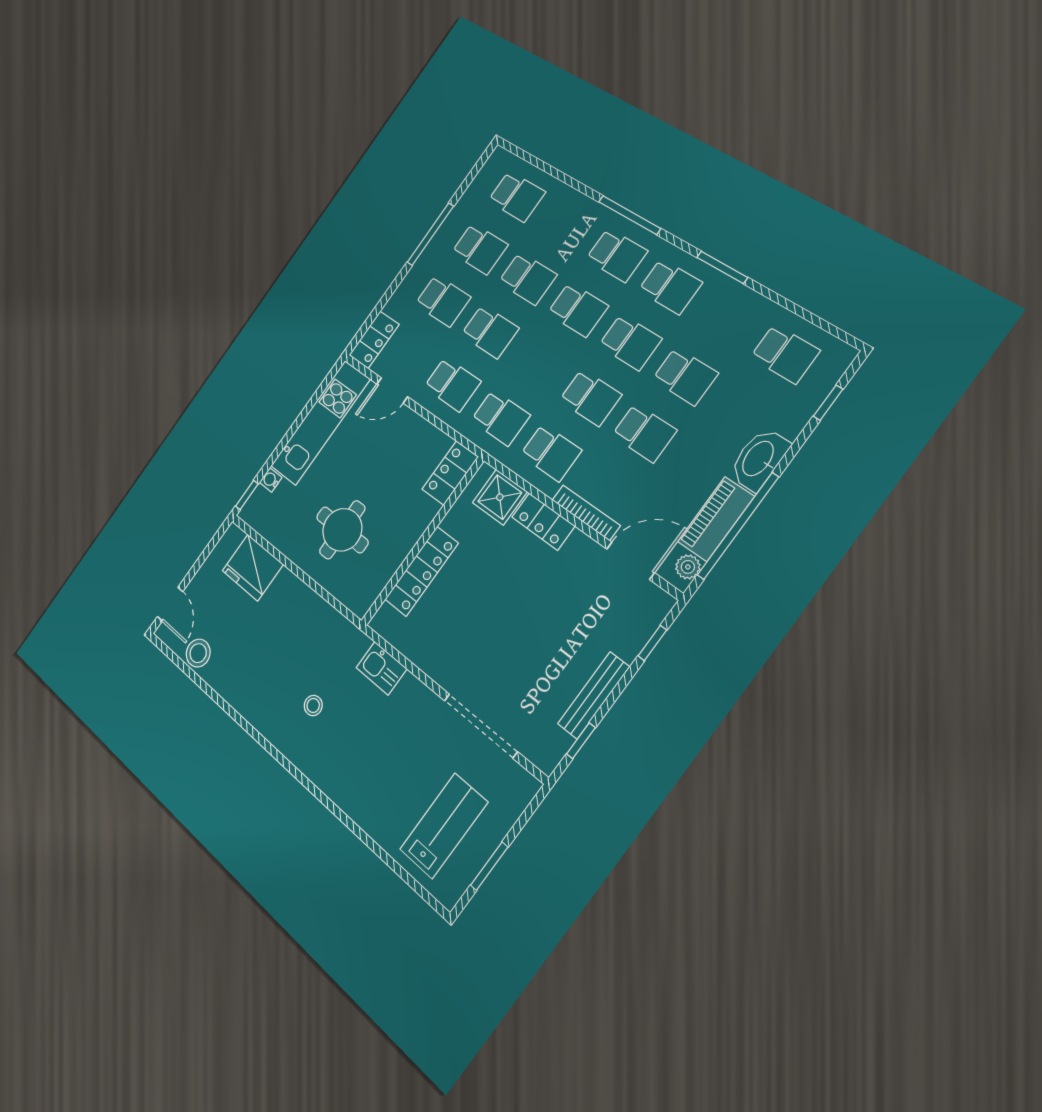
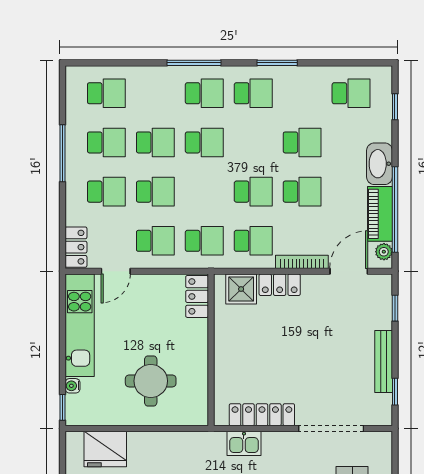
school desk: (630, 342) -> (253, 142), removed
locker: (422, 571) -> (262, 415), moved, turned -90

